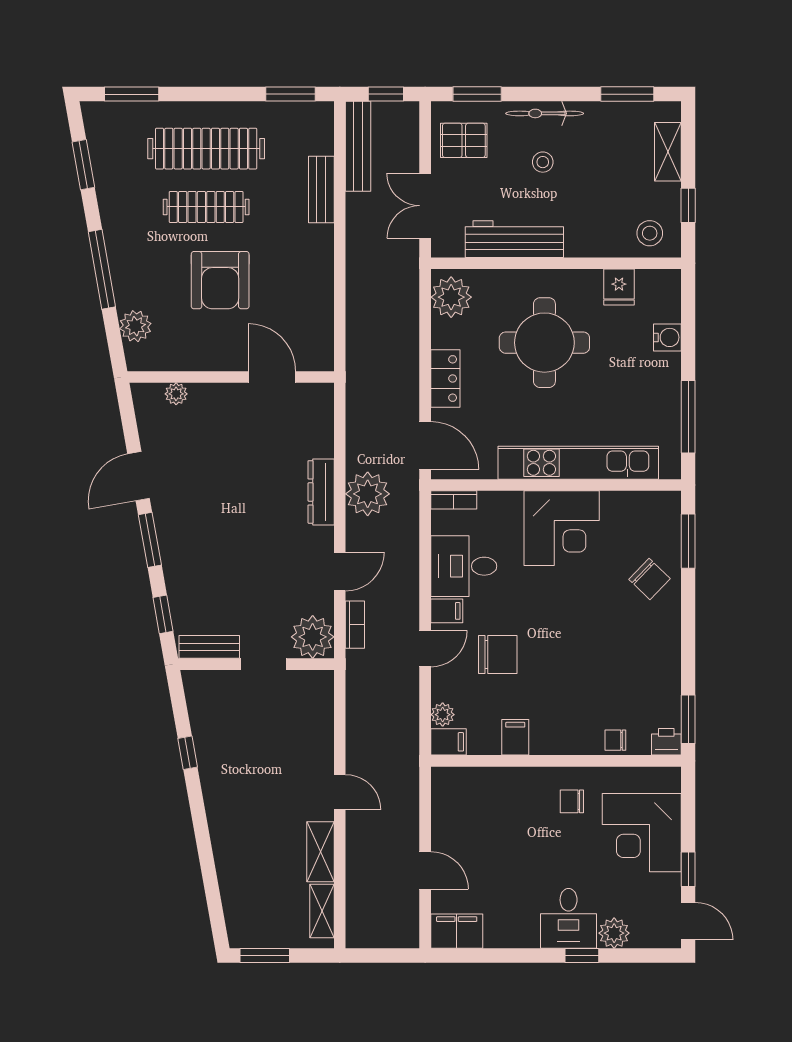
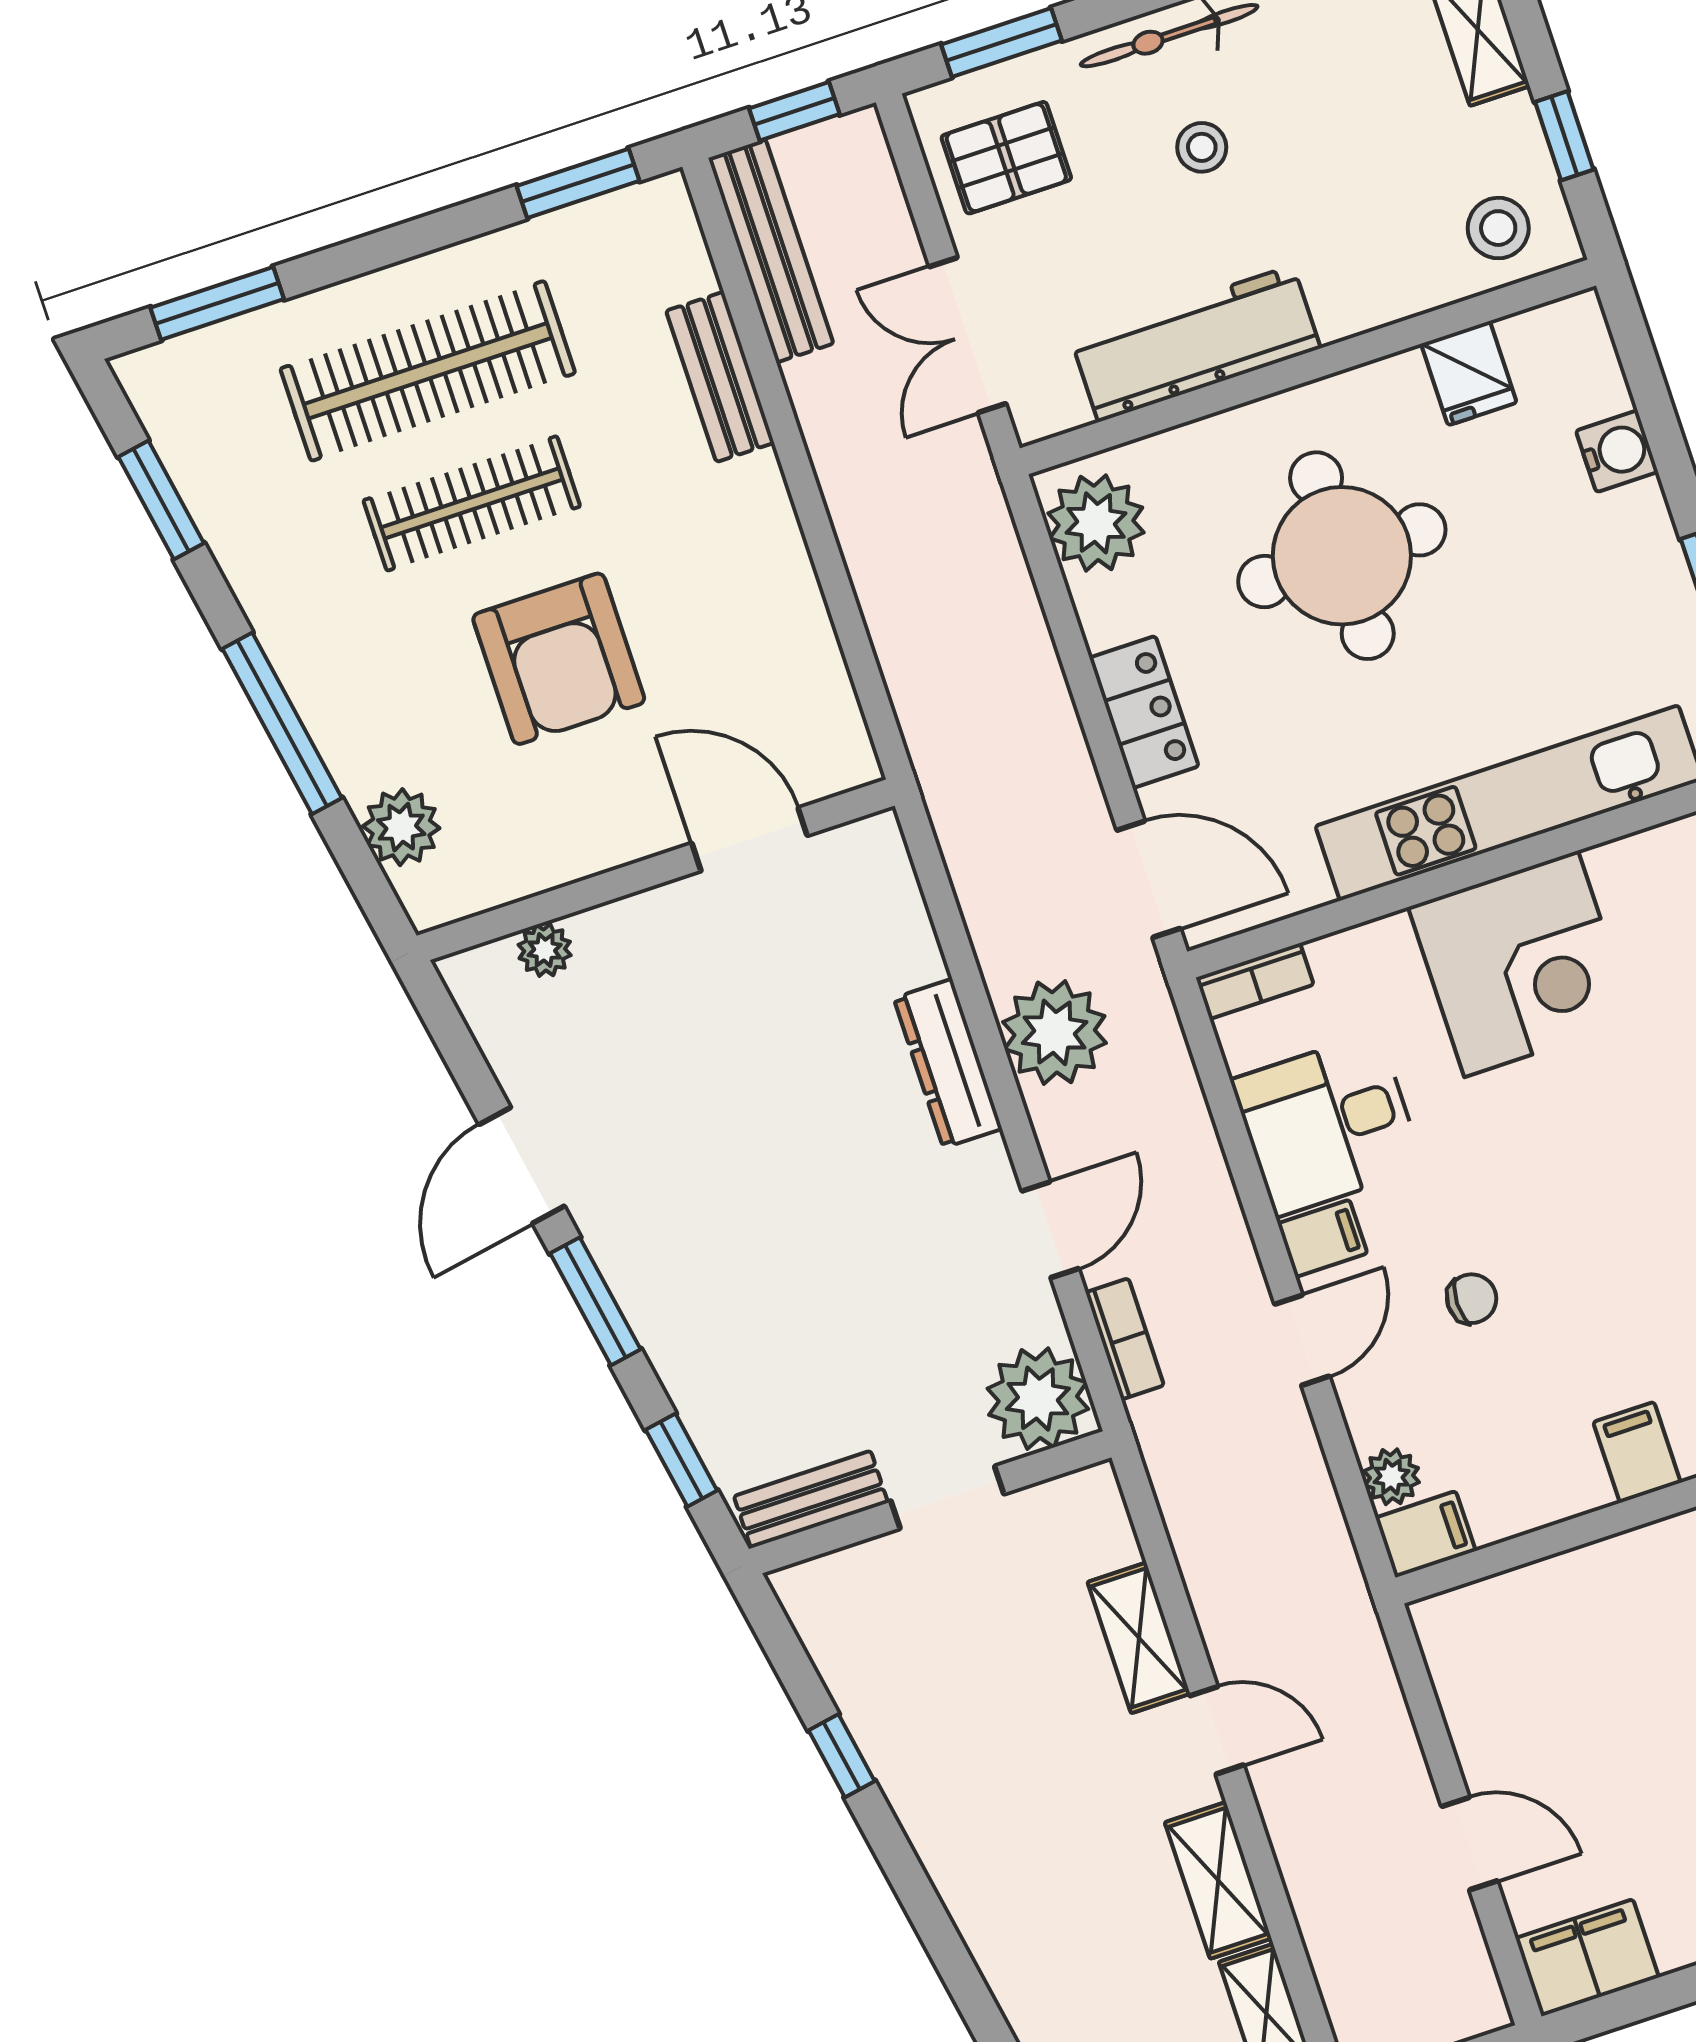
chair: (498, 654) -> (1472, 1299), width x0.54, depth x0.54
filing cabinet: (515, 737) -> (1637, 1452), moved
shelving: (321, 745) -> (1139, 1638), added

